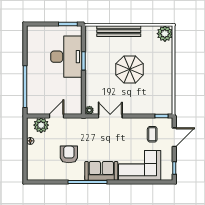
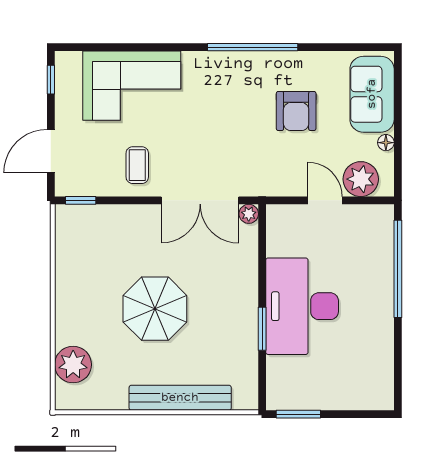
plant: (165, 34) -> (73, 365), moved
desk: (66, 57) -> (302, 306), moved
door: (56, 116) -> (325, 200), swing flipped
double door: (110, 116) -> (200, 200), width x1.37
coffee table: (152, 134) -> (137, 165), moved
sofa: (101, 171) -> (372, 94), moved, turned 90

